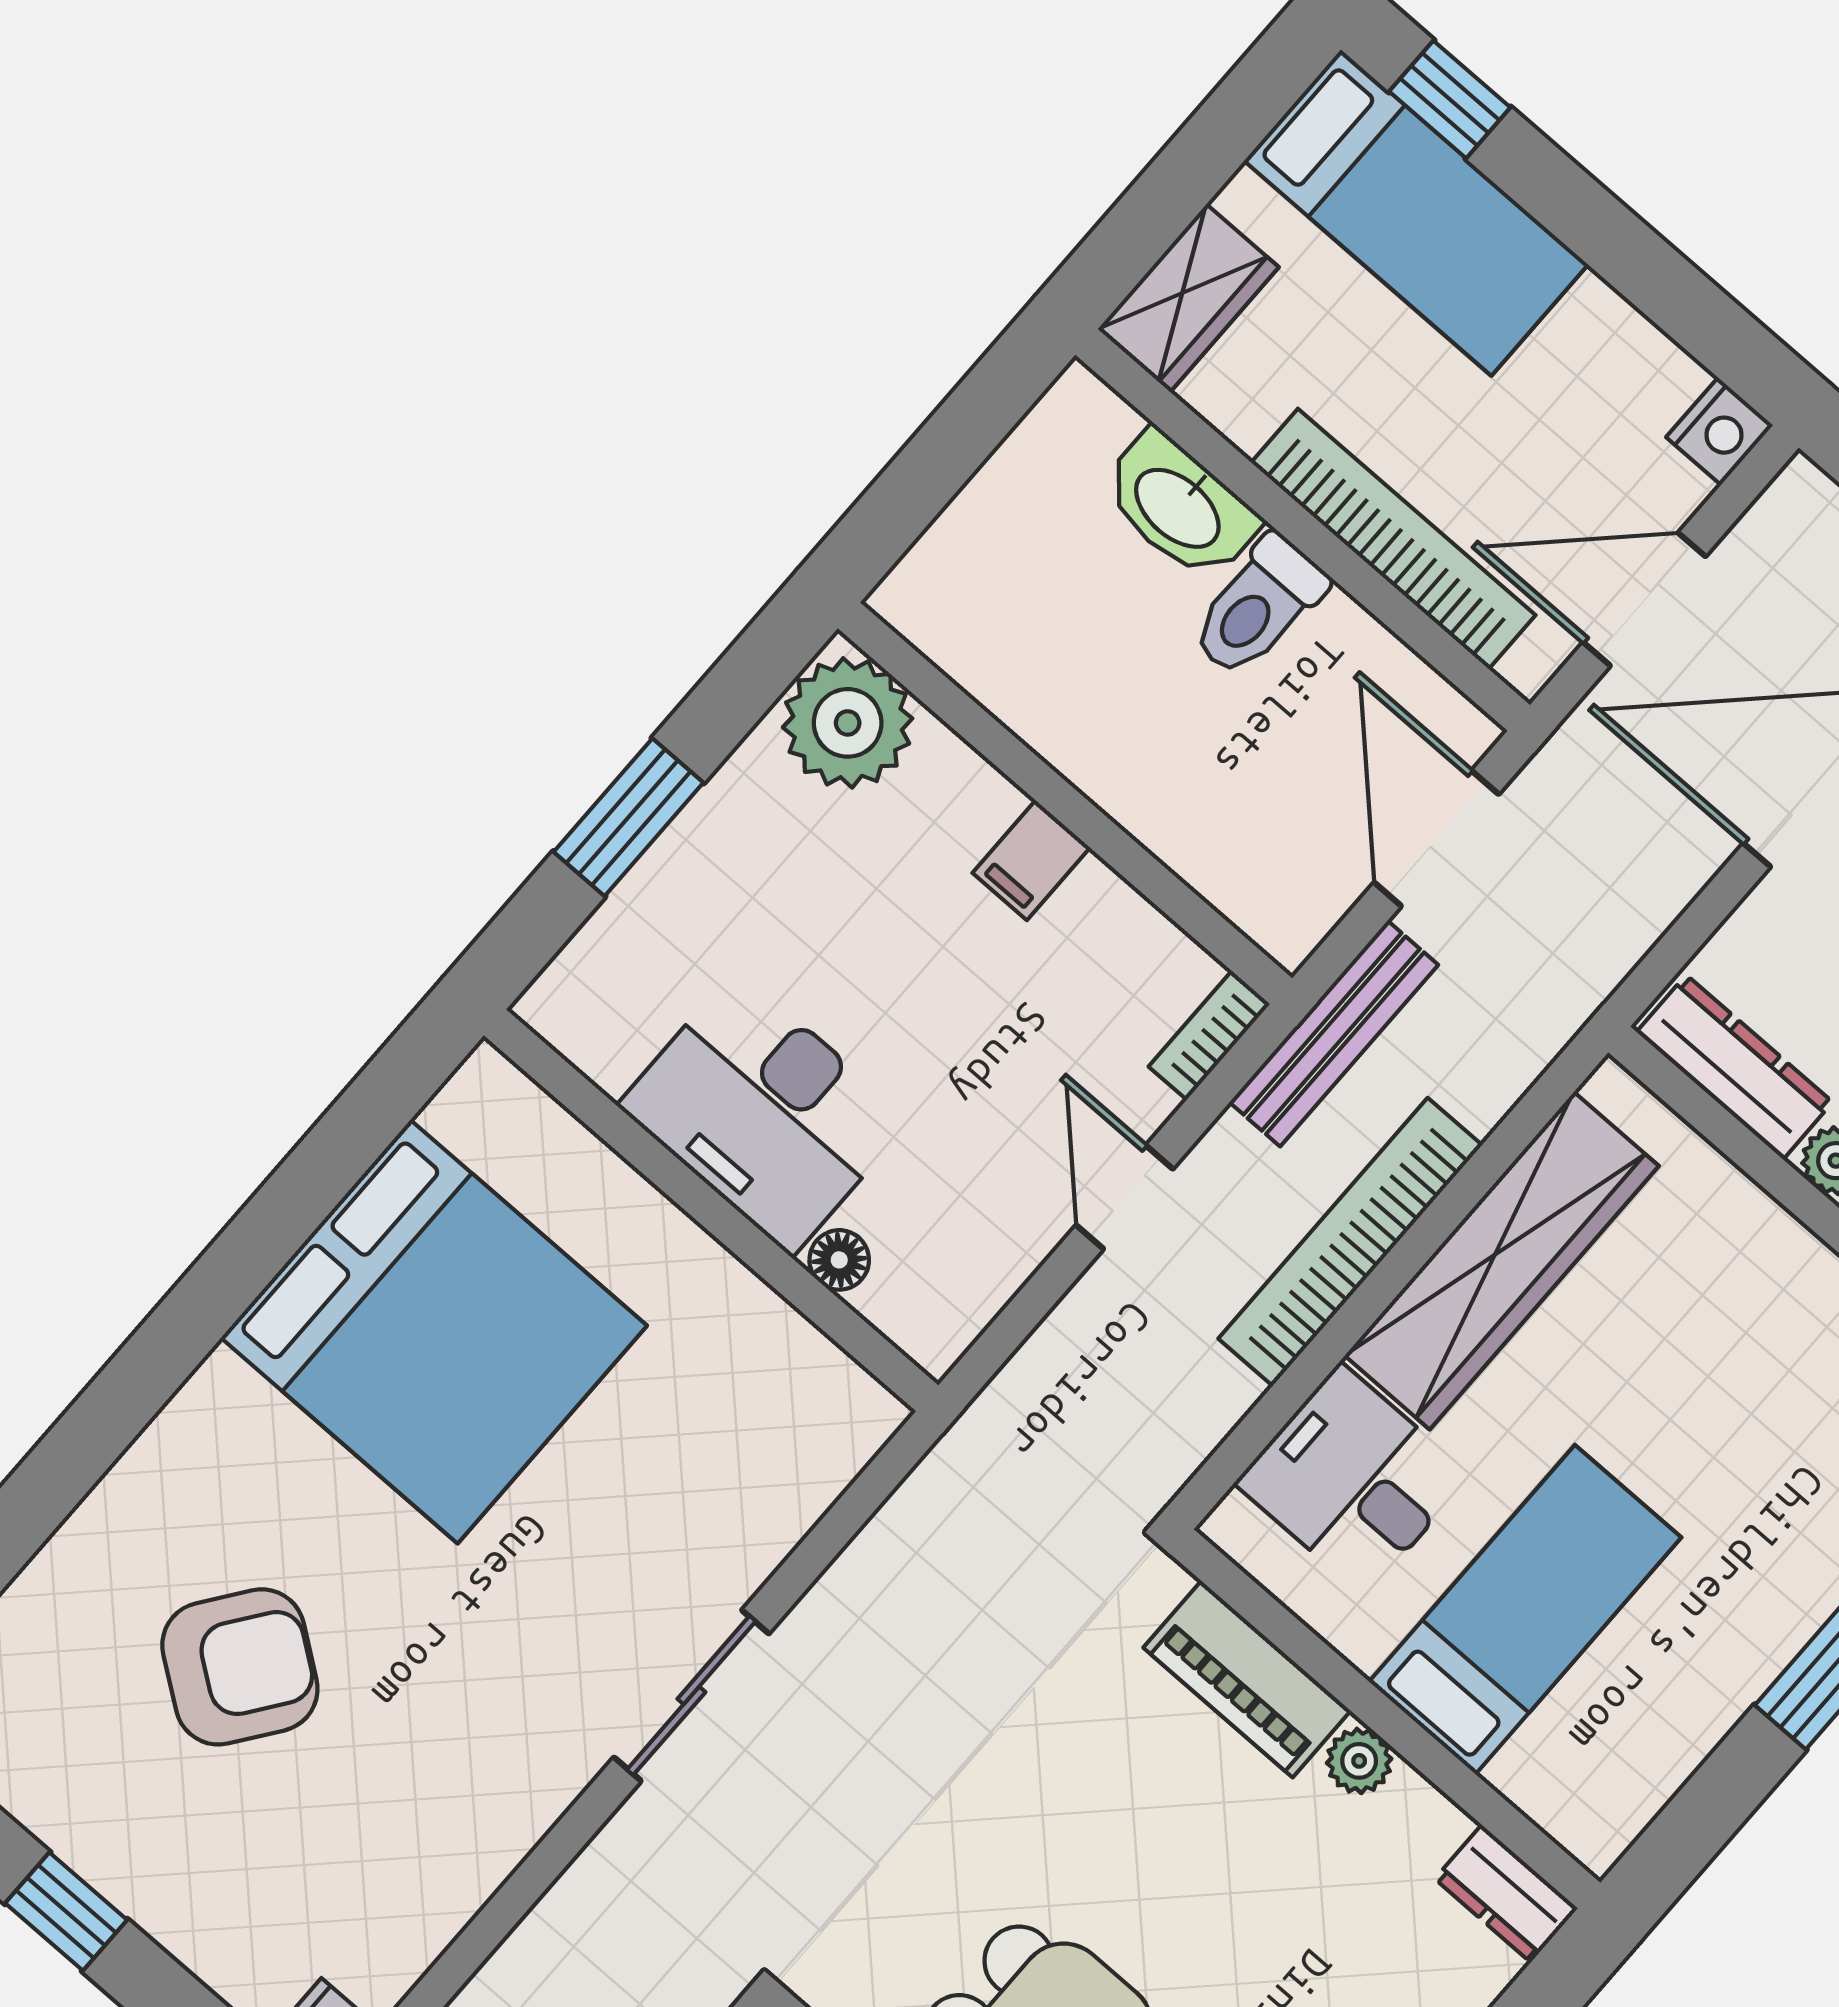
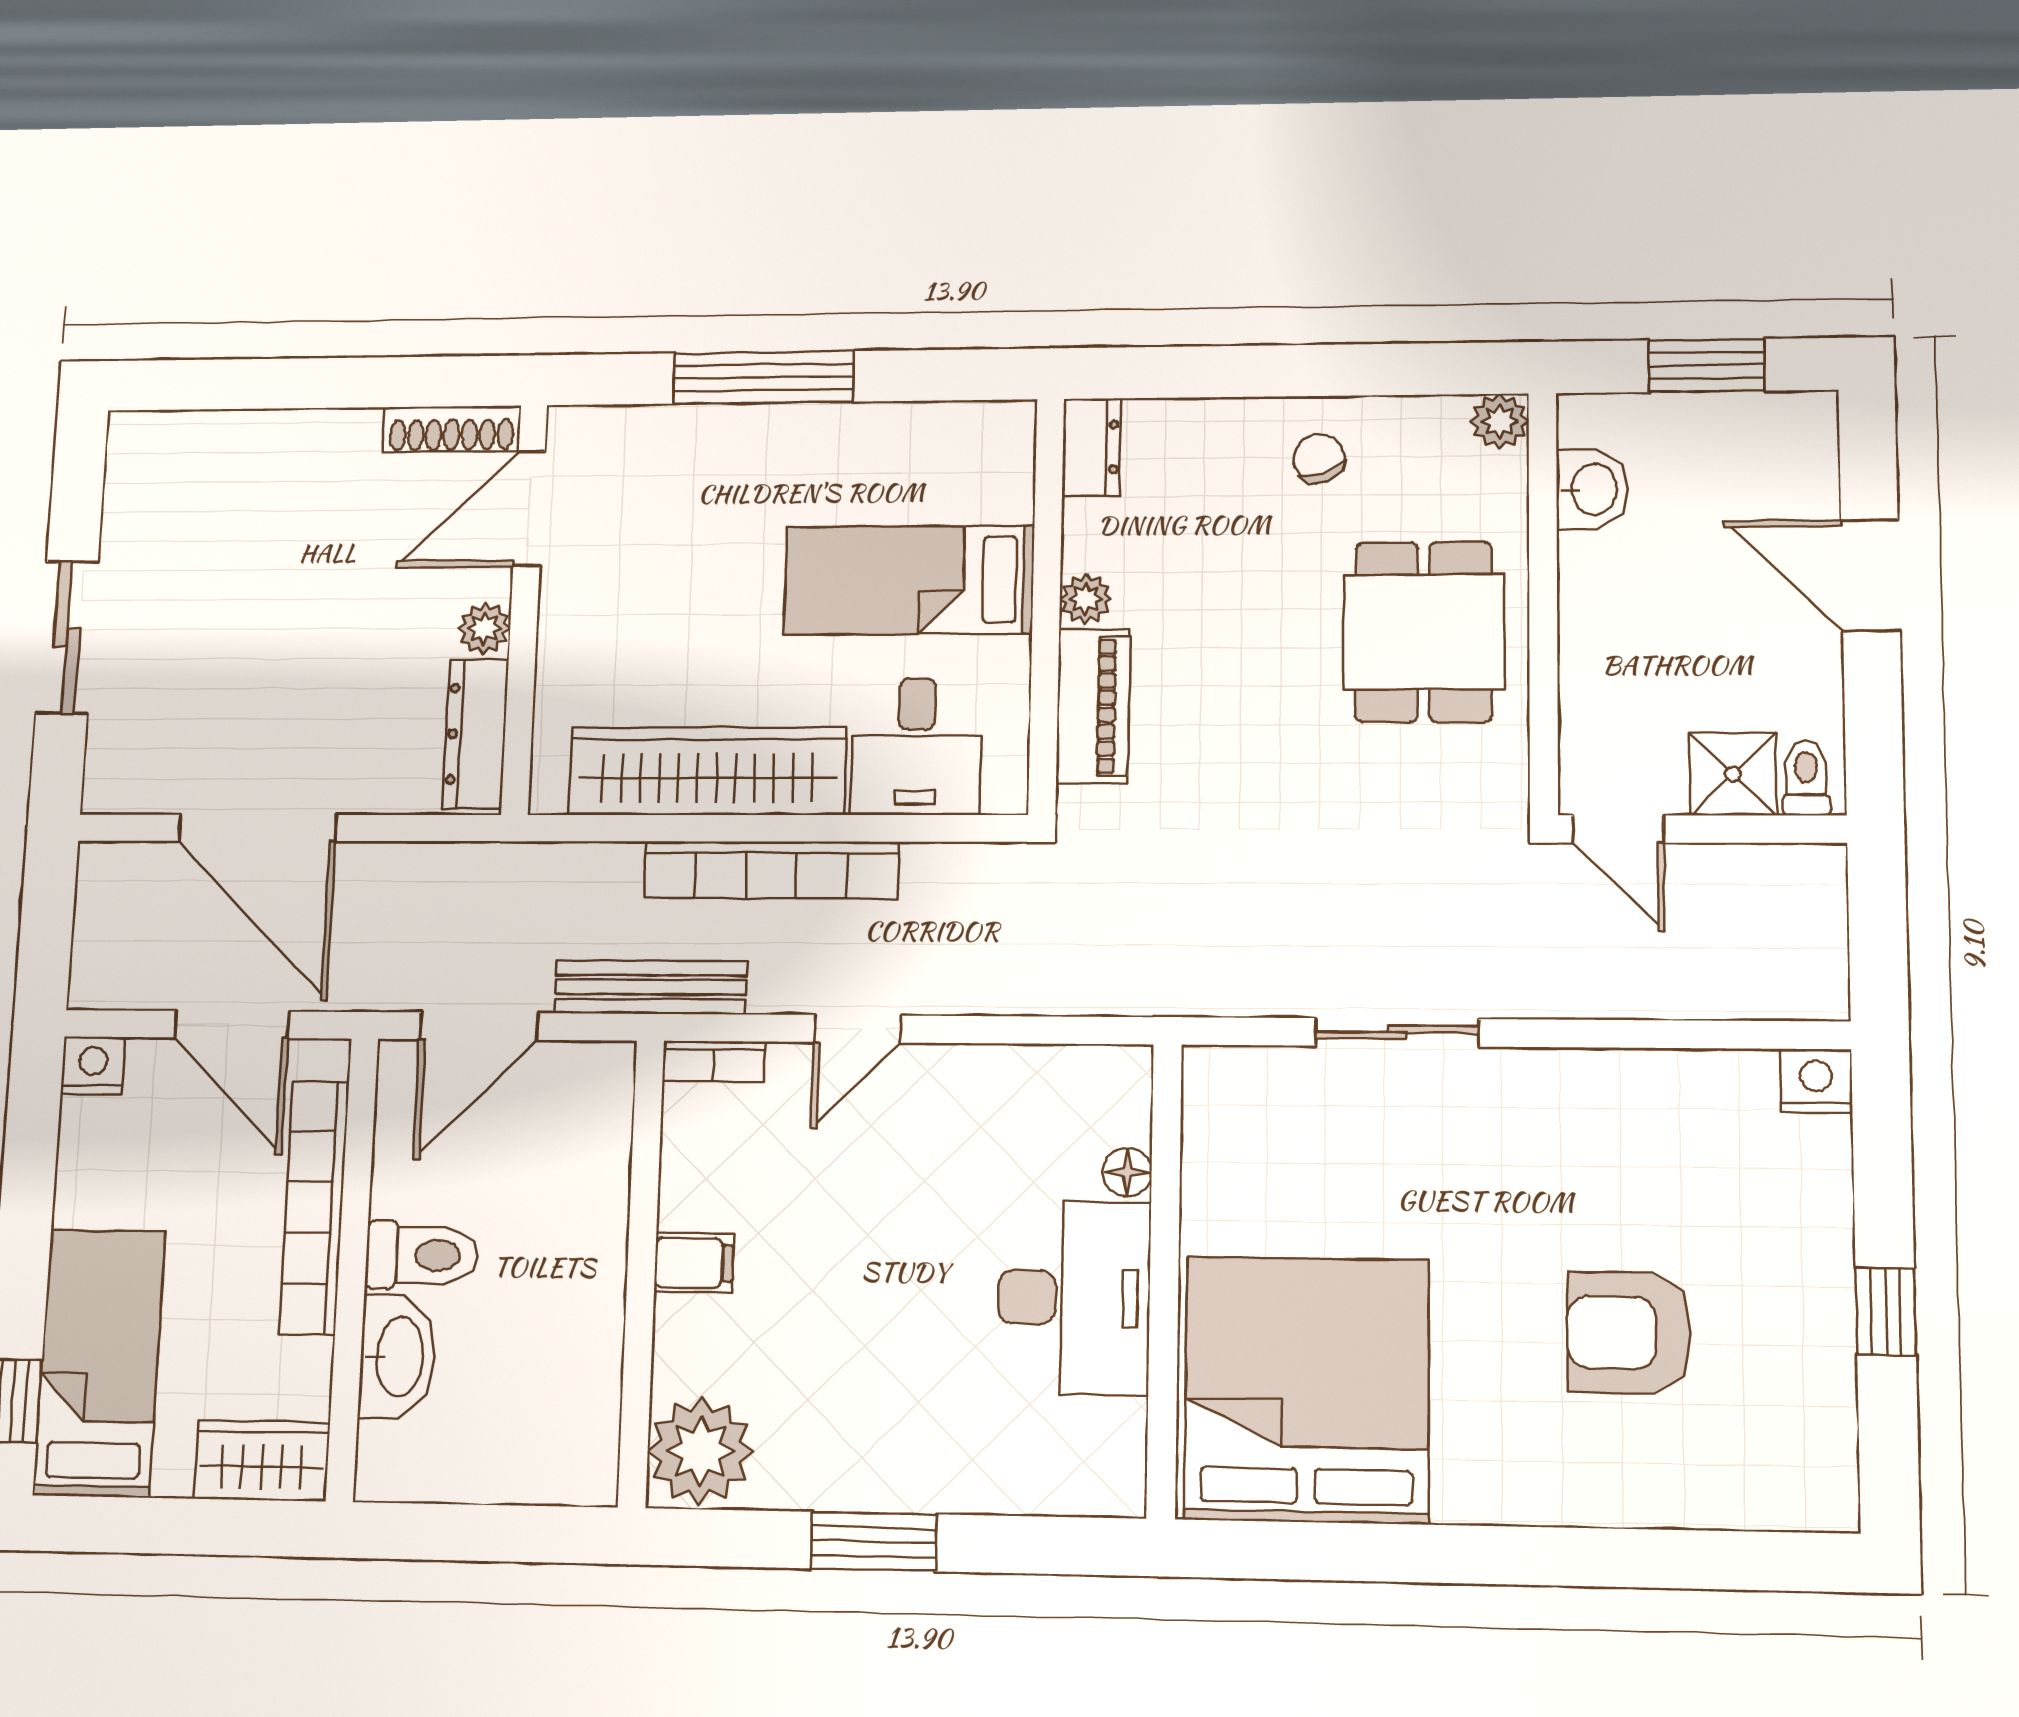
desk: (764, 1113) -> (1074, 1298), moved
wall: (711, 1210) -> (1164, 1279), moved
floor lamp: (839, 1260) -> (1127, 1172), moved
armchair: (240, 1667) -> (1629, 1333), turned -36

